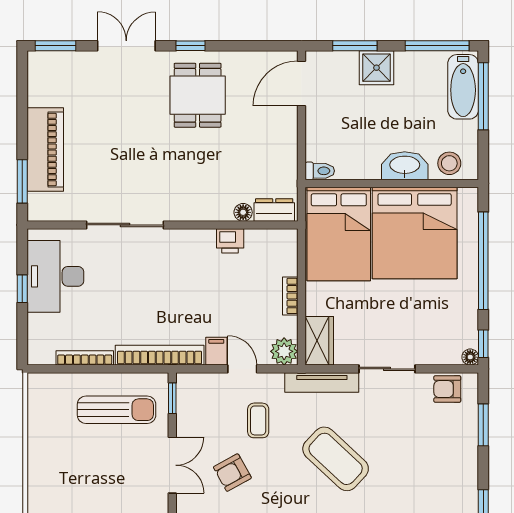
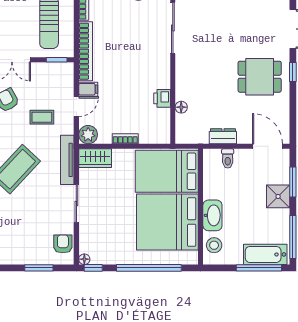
toilet: (320, 171) -> (228, 158), moved
dresser: (274, 210) -> (223, 136), moved, turned -90

